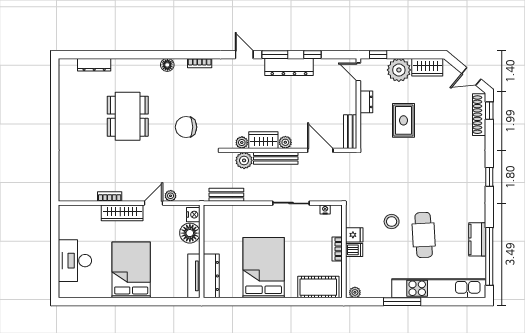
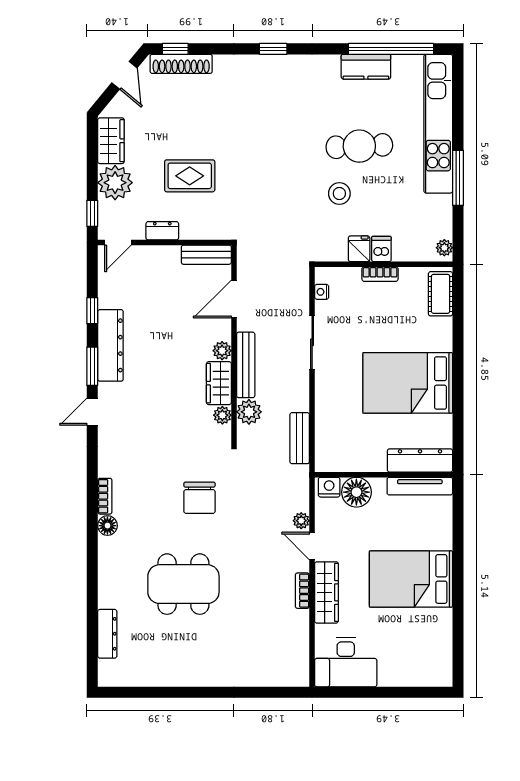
bookcase: (200, 63) -> (105, 496), moved
bookcase: (110, 197) -> (302, 591), moved
desk: (75, 261) -> (346, 662), moved
cot: (318, 287) -> (441, 294), width x0.73, depth x0.75

